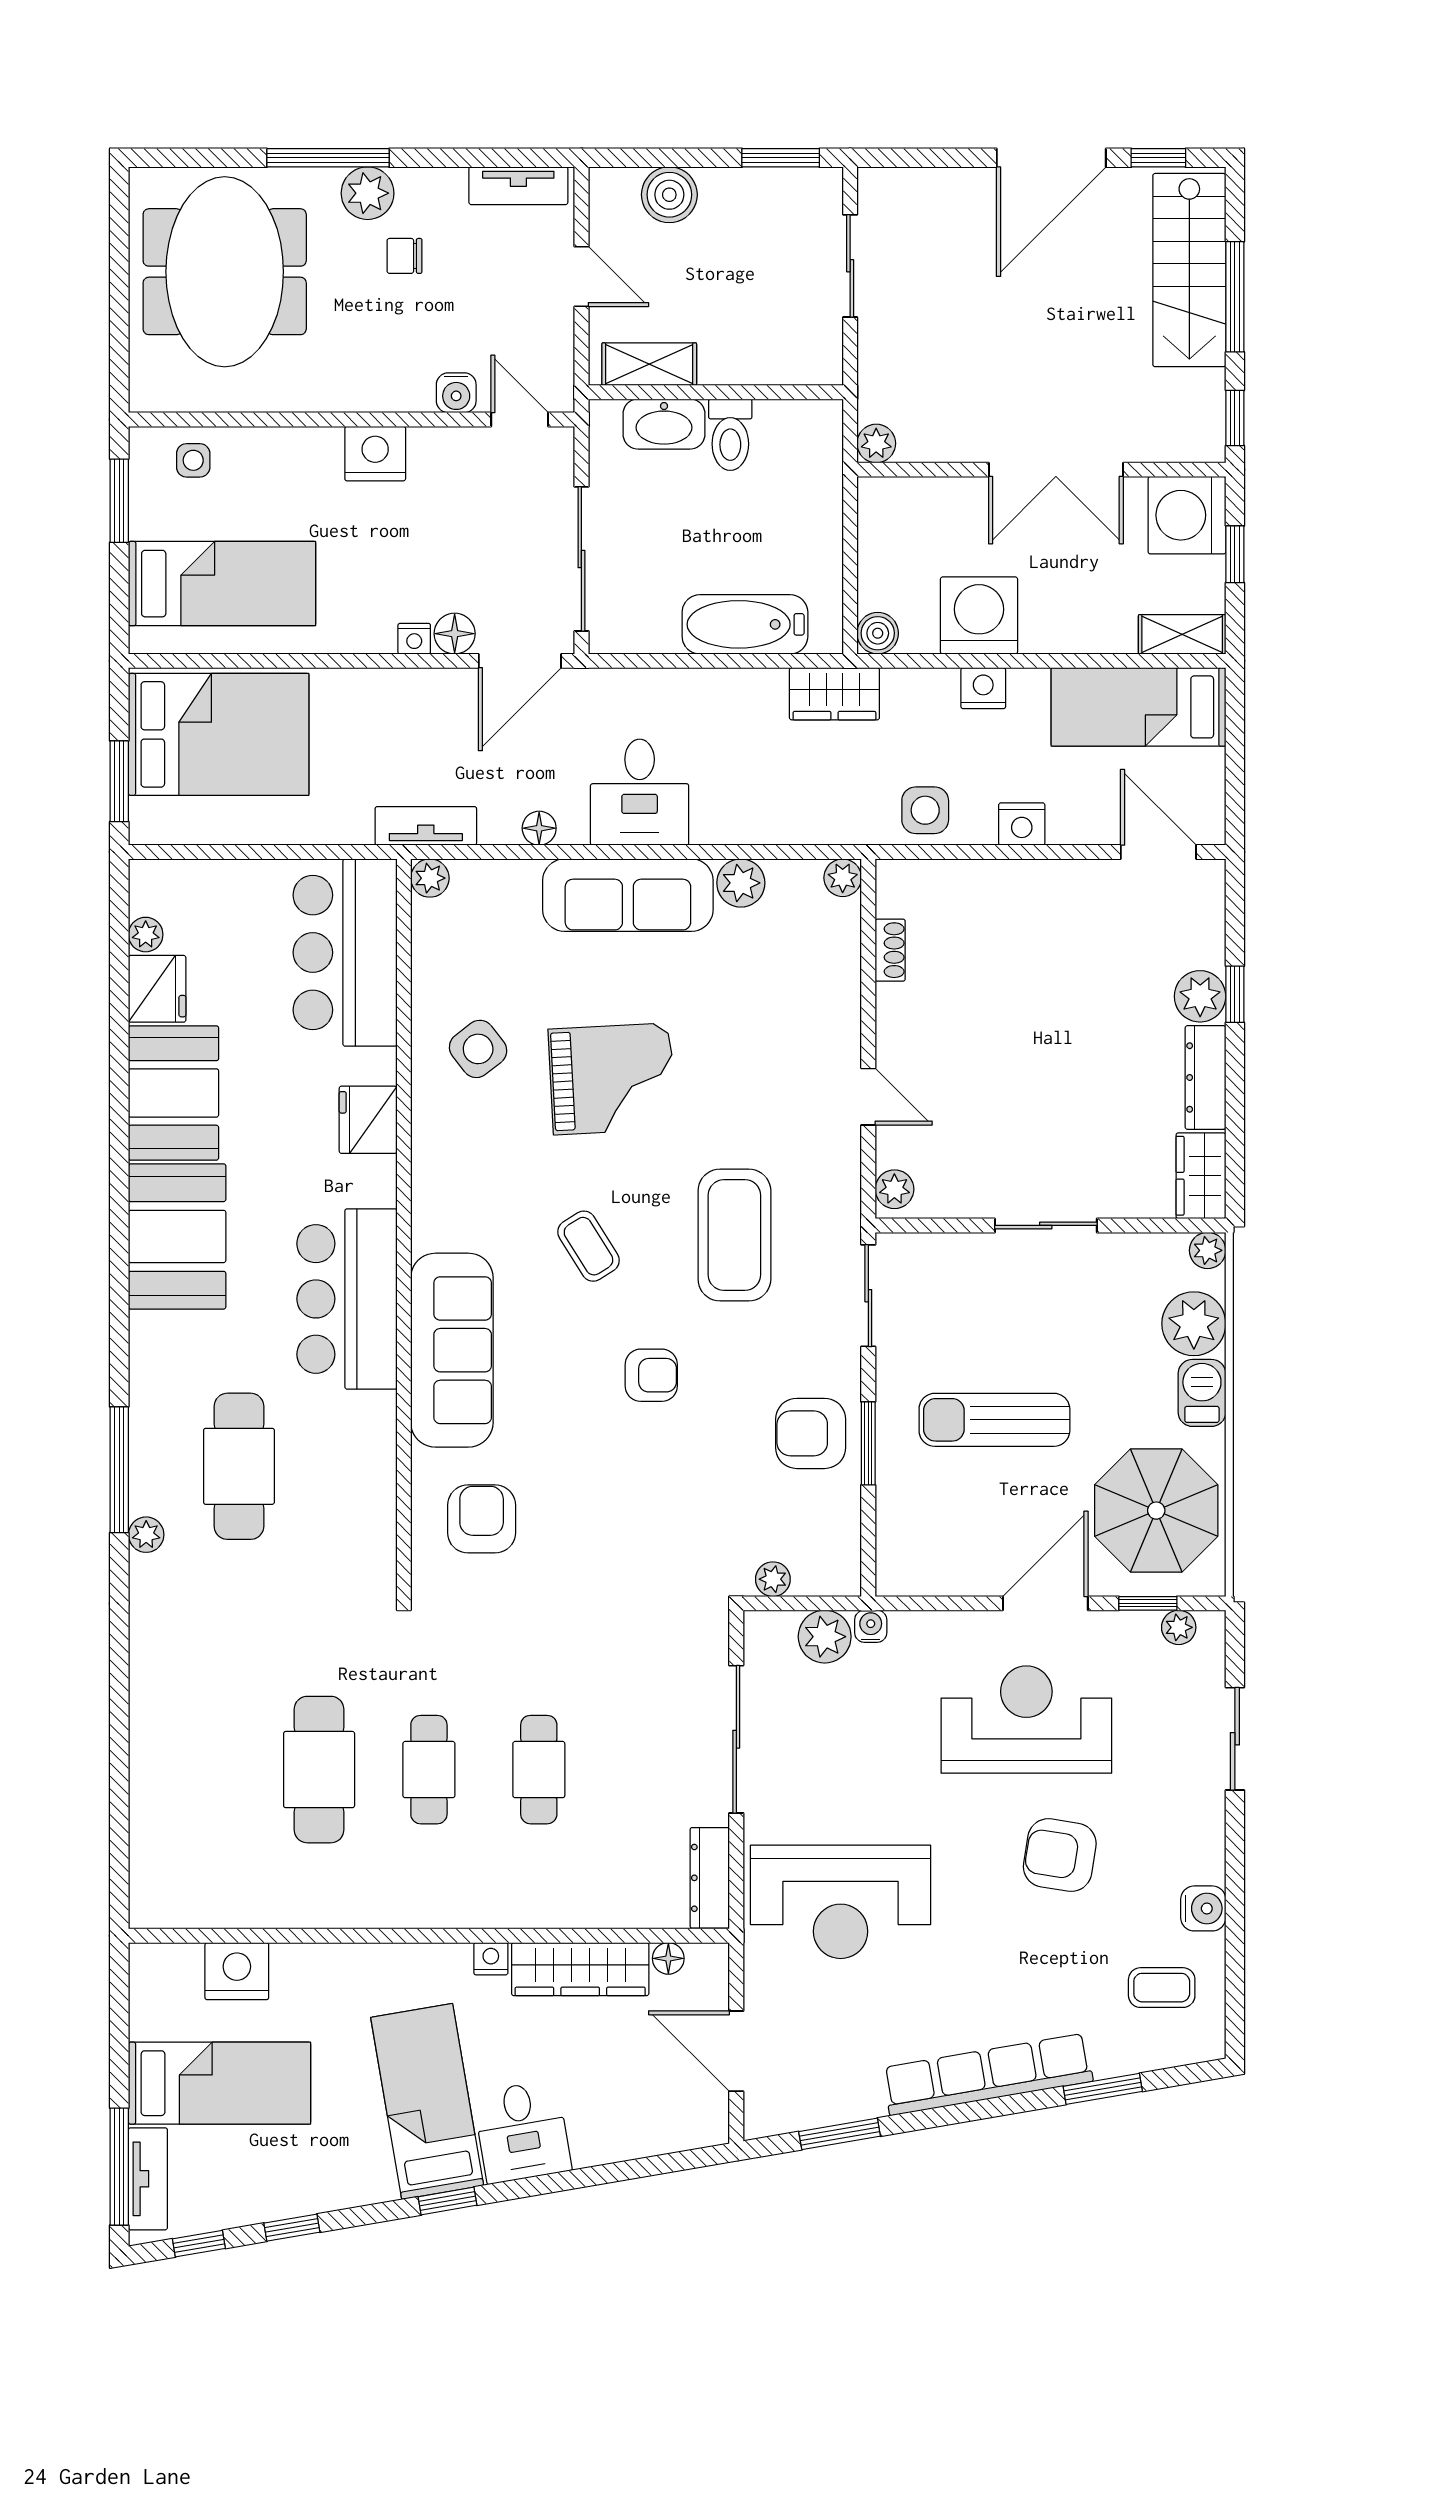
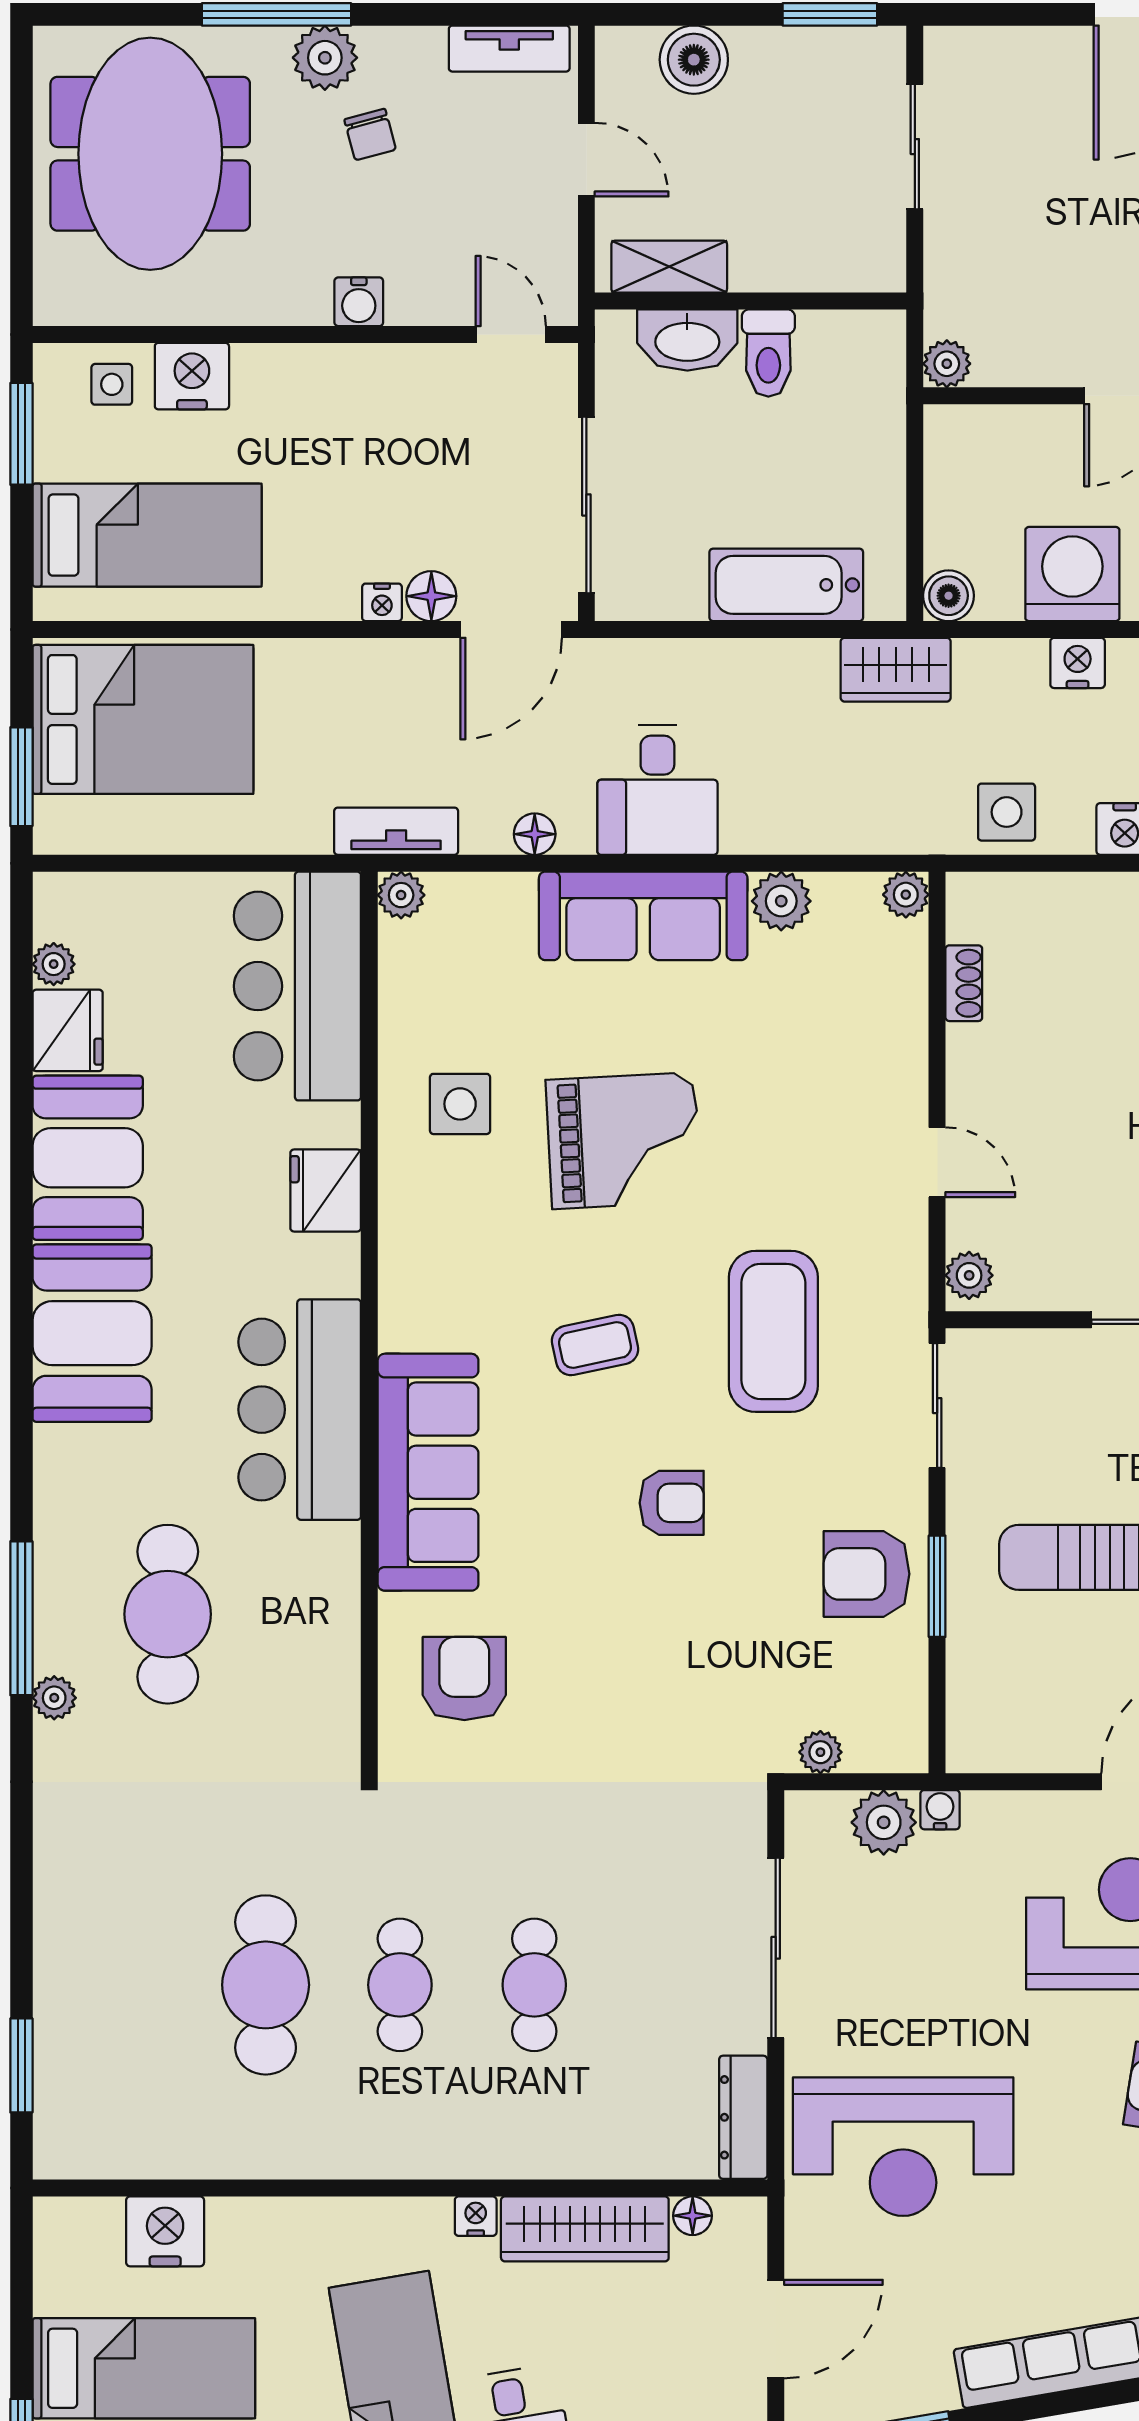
chair: (405, 256) -> (370, 134), turned -105
water cooler: (456, 393) -> (359, 302), moved
nightstand: (375, 454) -> (192, 376), moved
side table: (478, 1049) -> (460, 1104), turned 38
coffee table: (588, 1246) -> (595, 1345), turned -70
window: (119, 1835) -> (21, 2065), added
door: (736, 2051) -> (776, 2329), swing flipped

